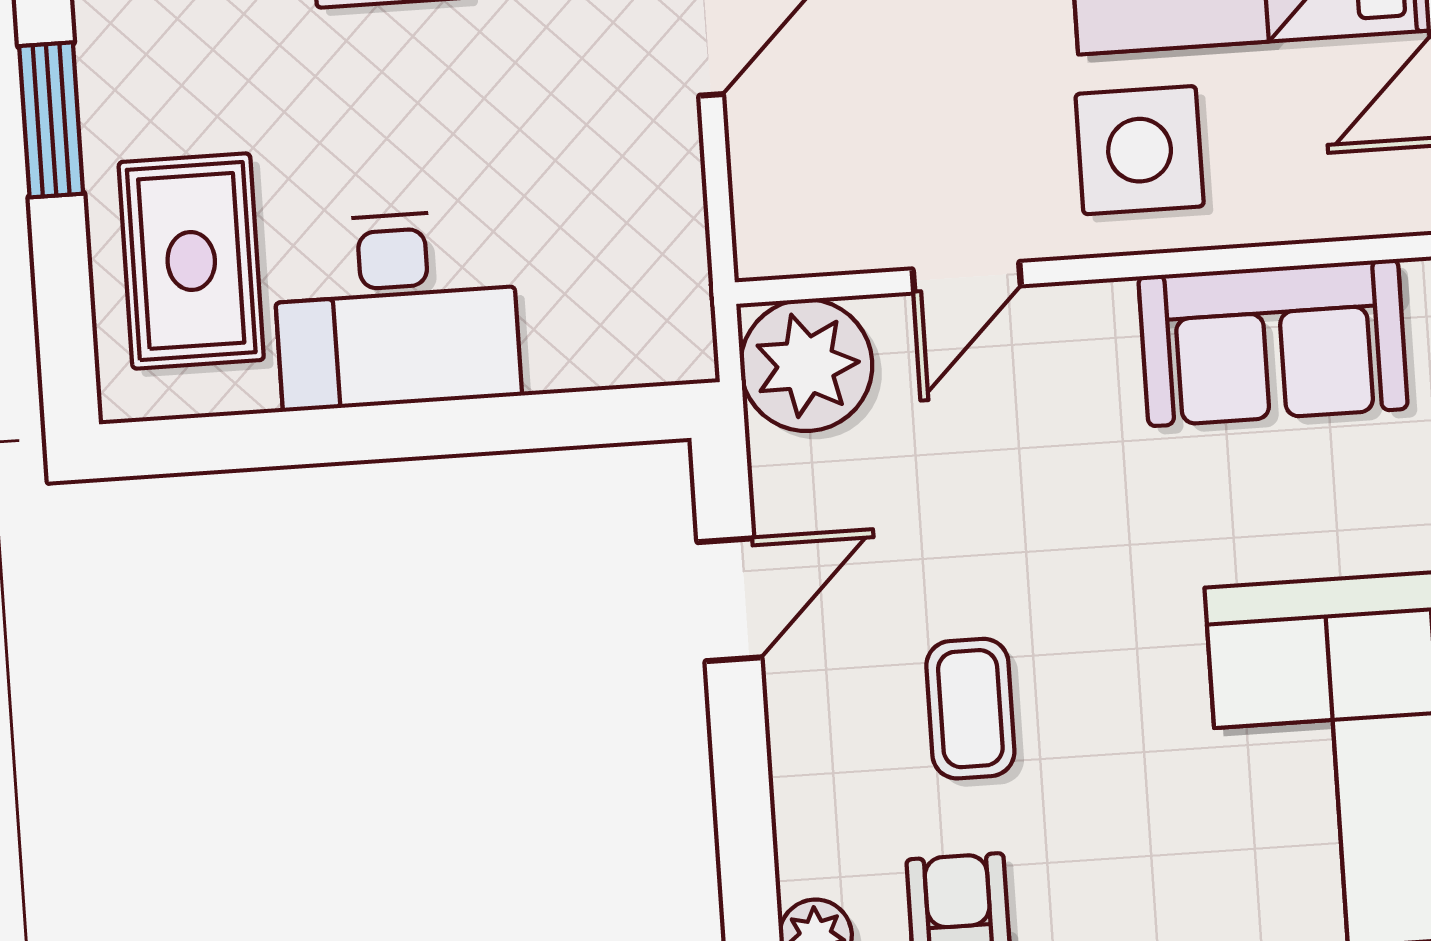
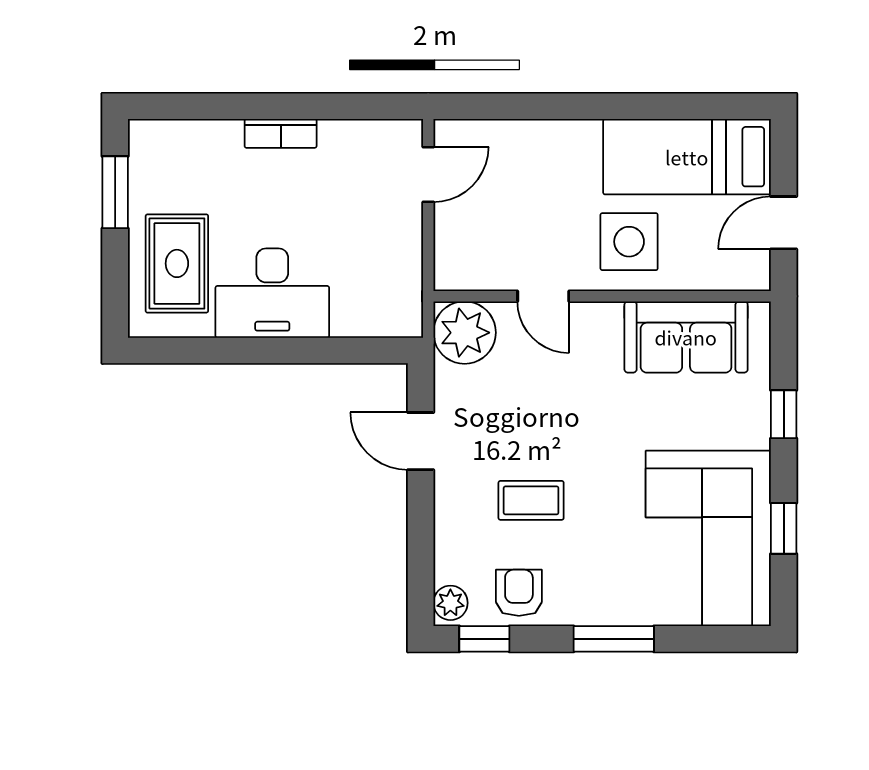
door: (967, 277) -> (543, 296), hinge flipped
door: (729, 600) -> (421, 441), swing flipped
coffee table: (970, 709) -> (531, 500), turned 90

